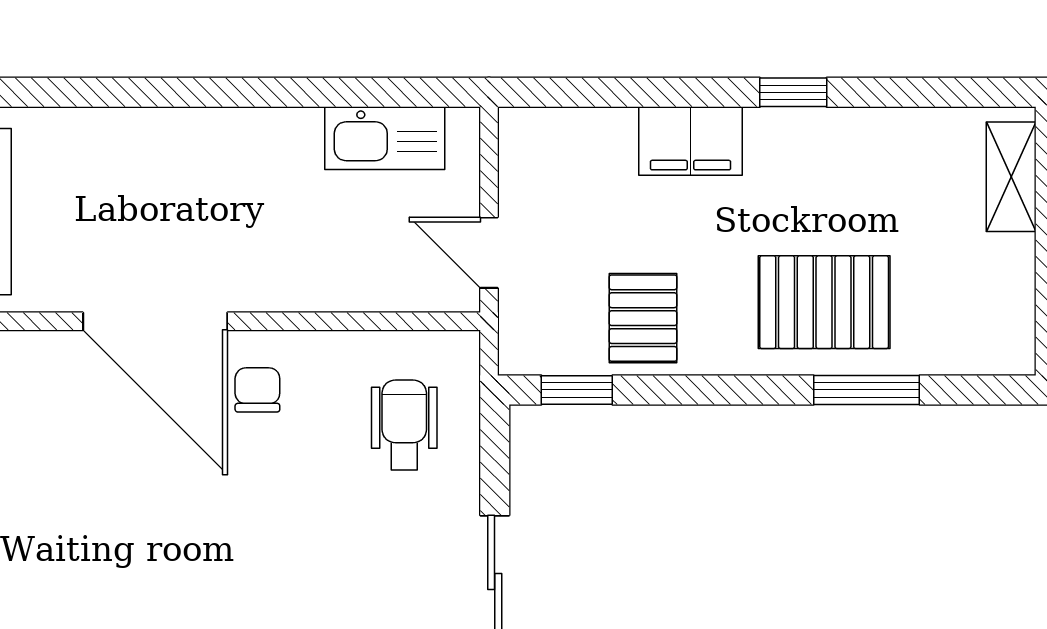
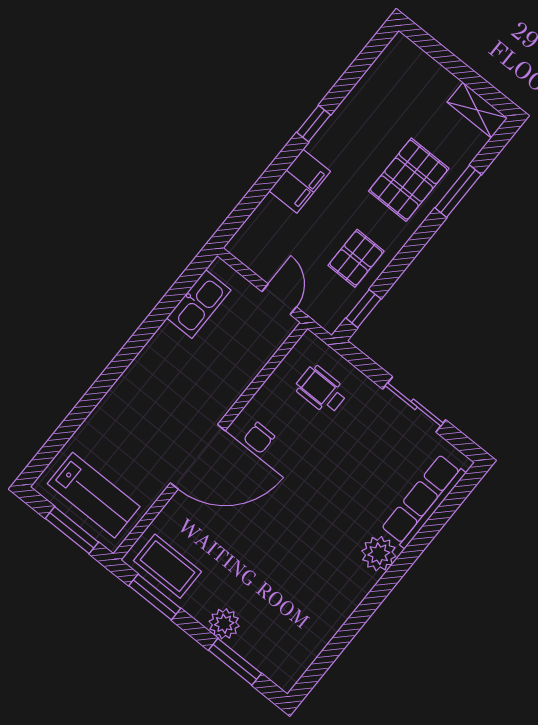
shelving: (1011, 177) -> (477, 110), moved
door: (489, 253) -> (279, 299), swing flipped
pallet: (643, 318) -> (356, 258), turned 90
chair: (257, 390) -> (259, 438), turned -90

